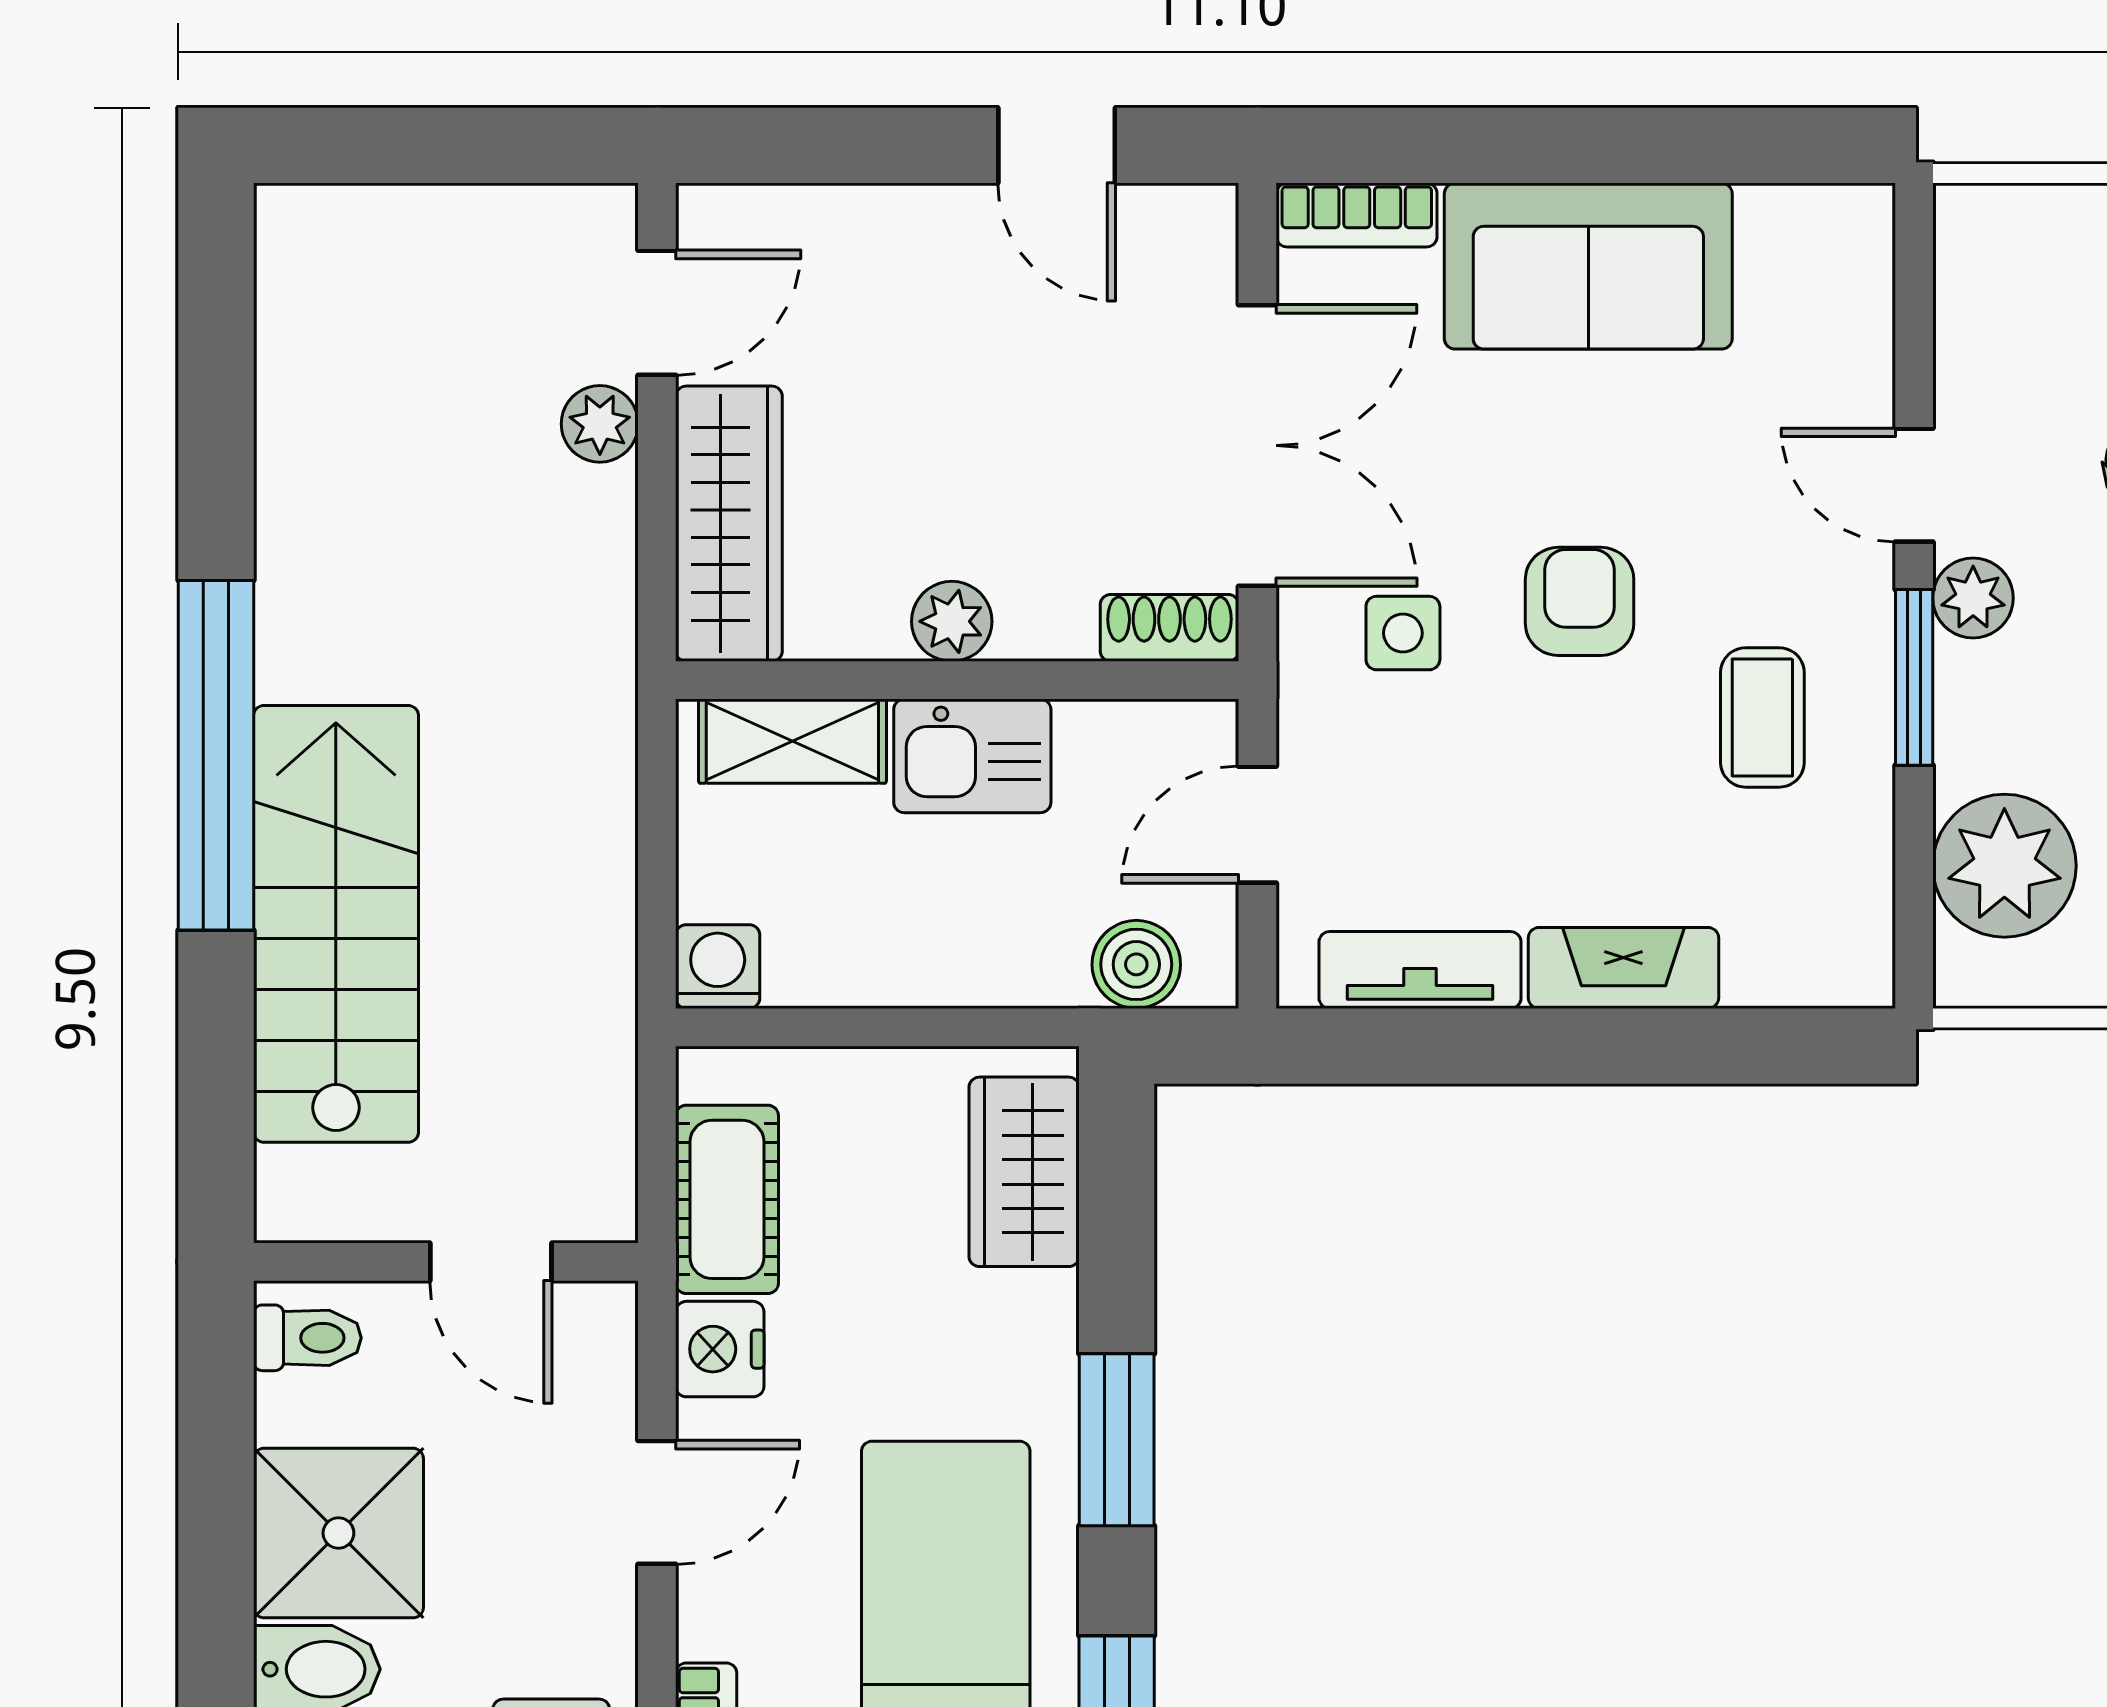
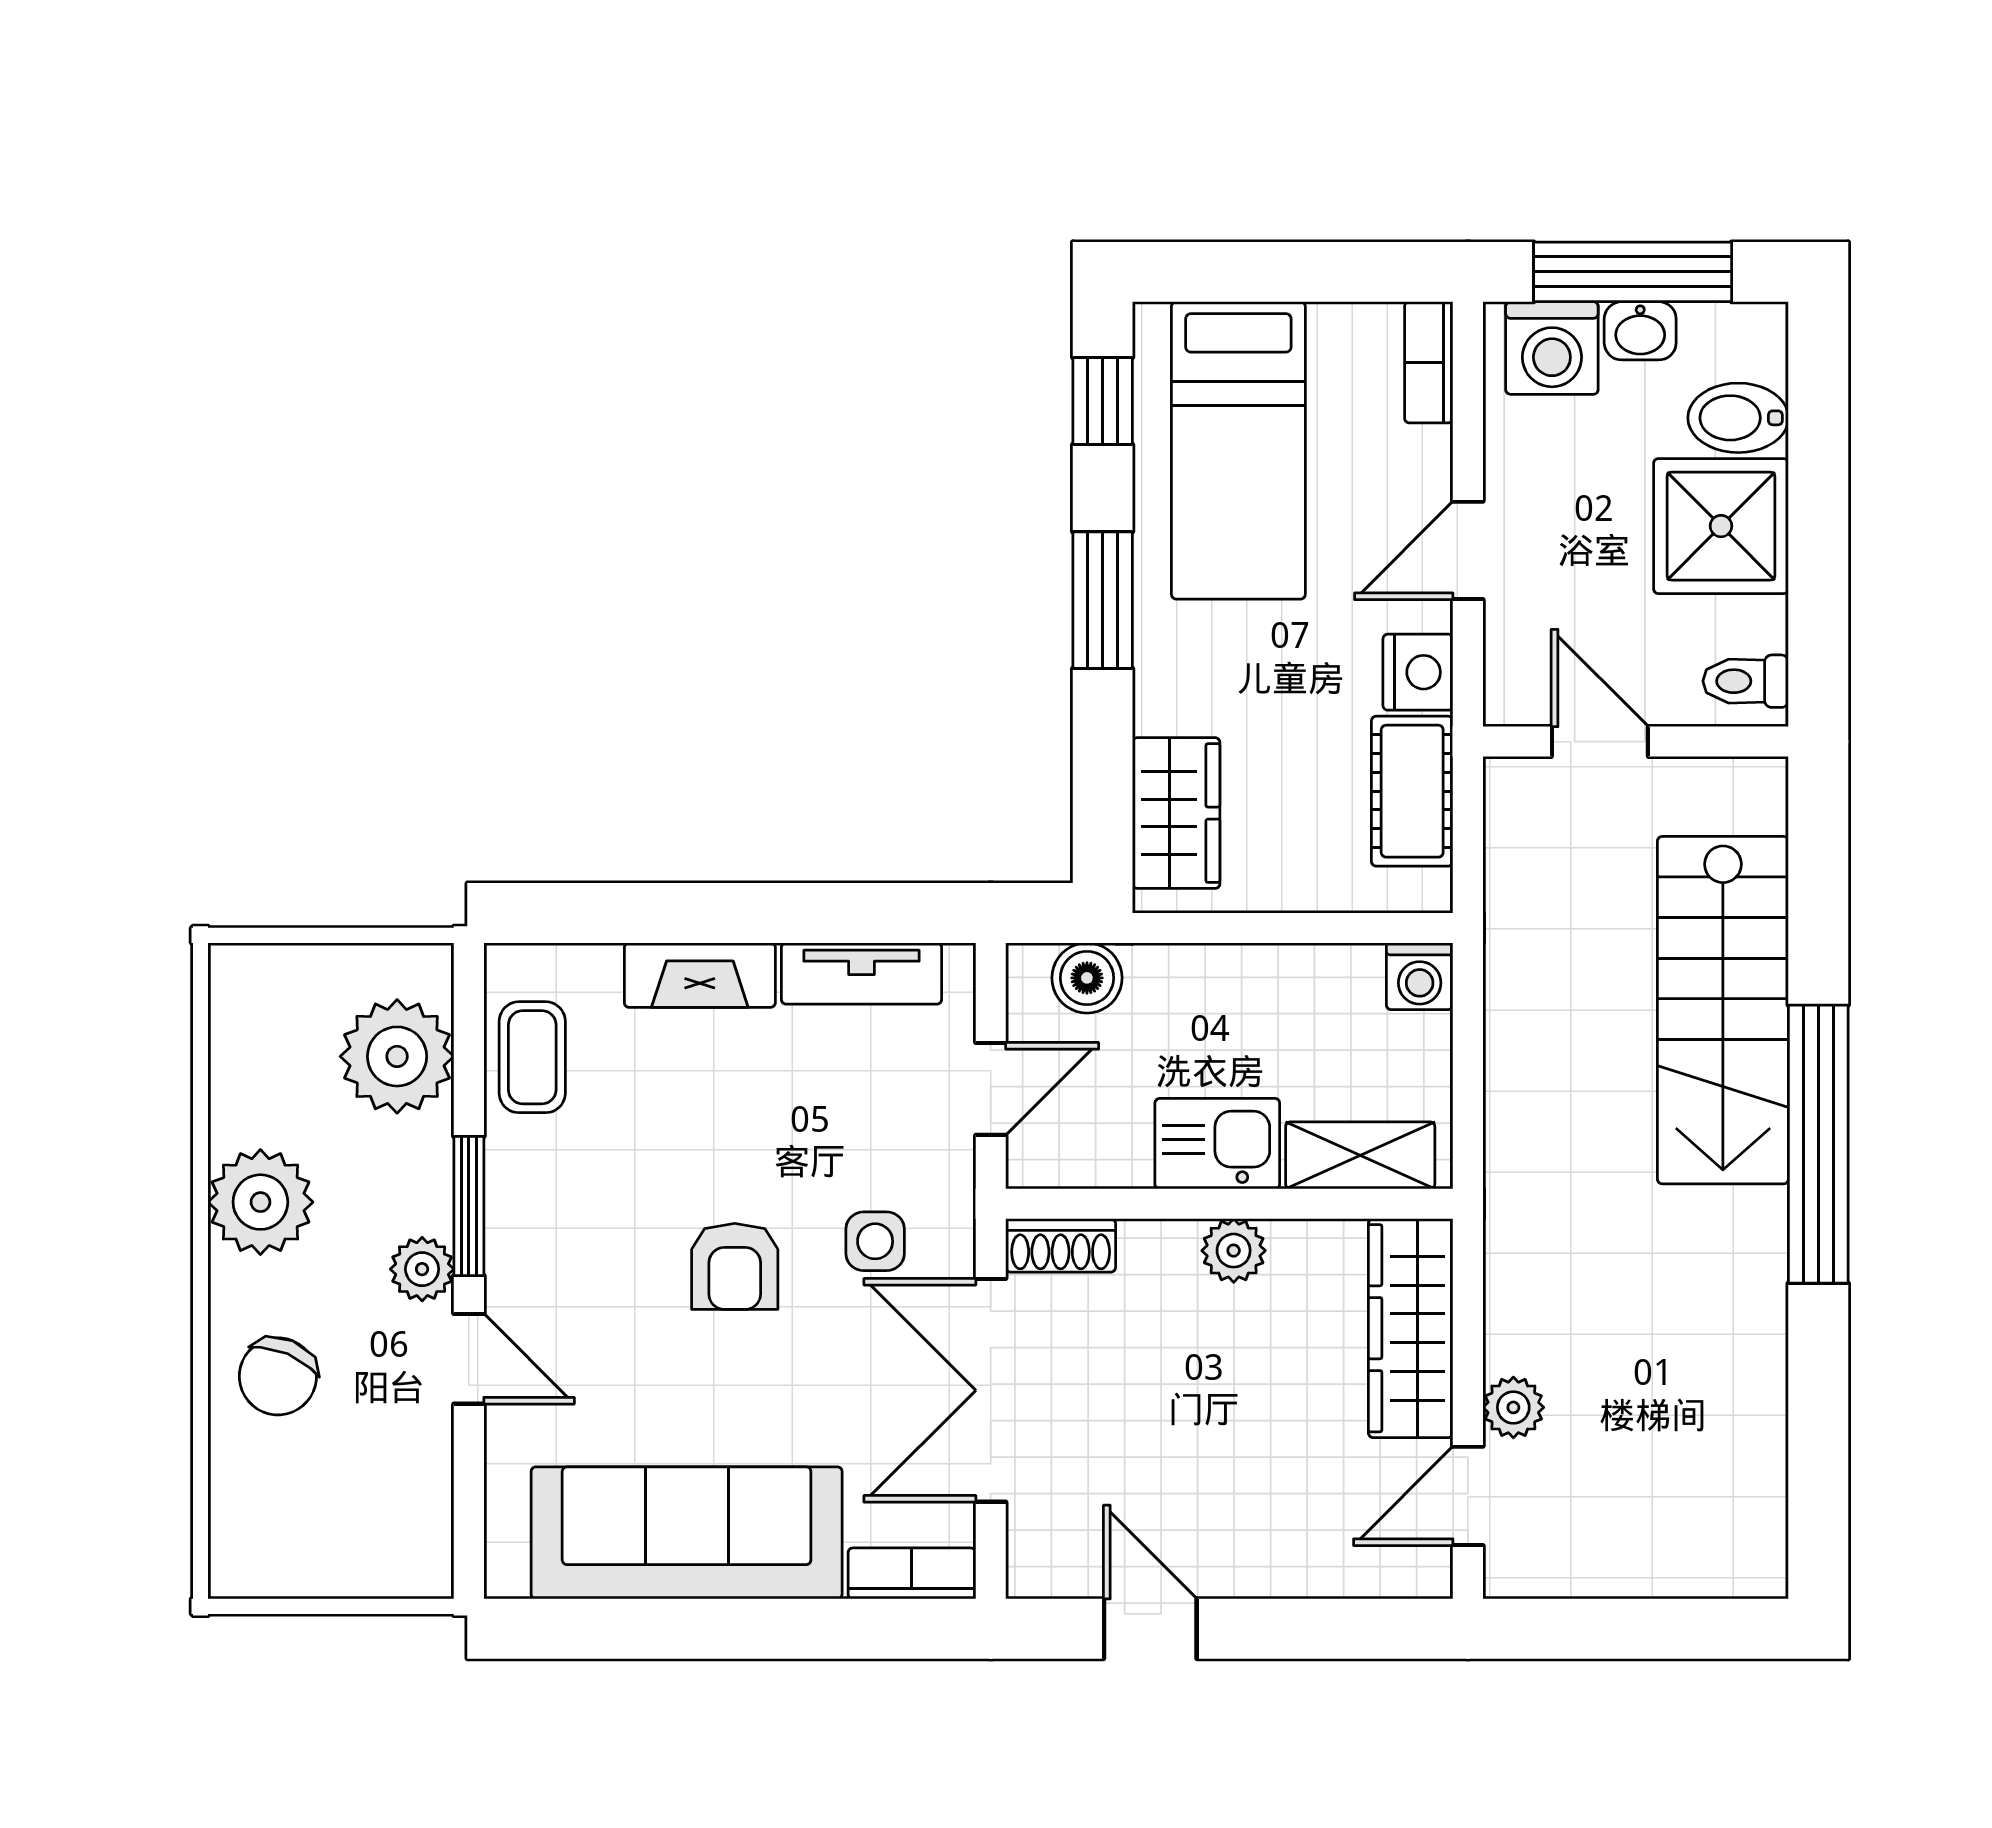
sofa: (1588, 266) -> (687, 1533), width x1.36
coffee table: (1762, 717) -> (532, 1057), moved

